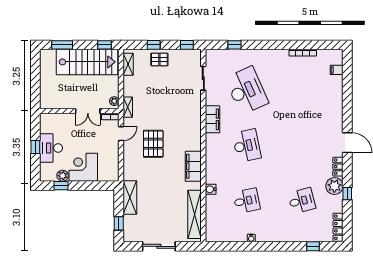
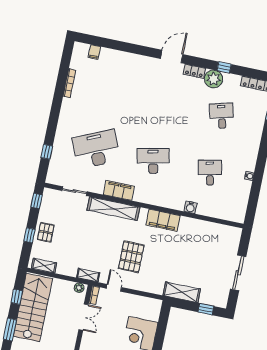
window: (104, 45) -> (17, 297), moved
pallet: (153, 144) -> (131, 257), turned 90
shelving: (194, 214) -> (113, 209), moved

